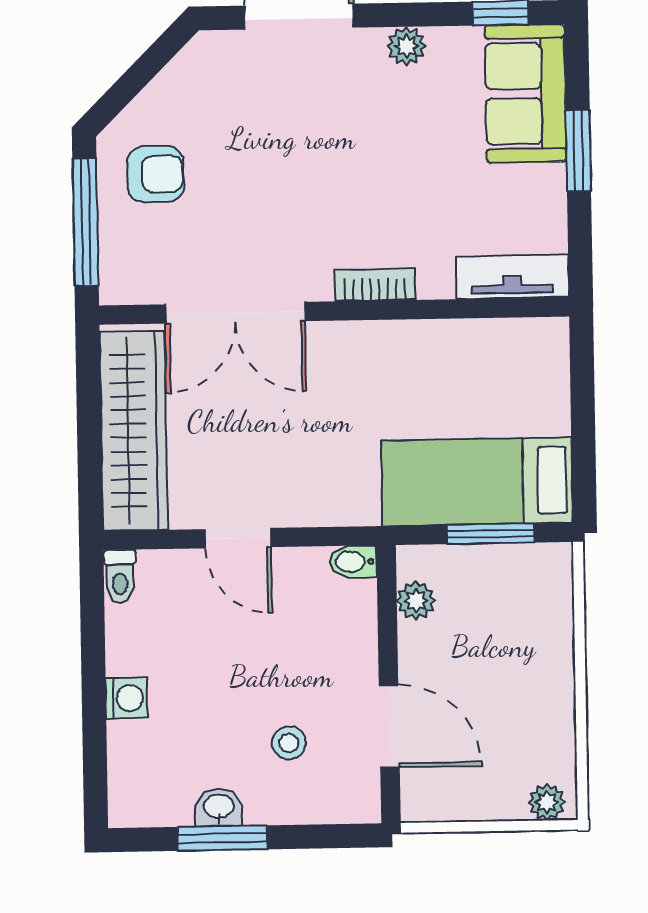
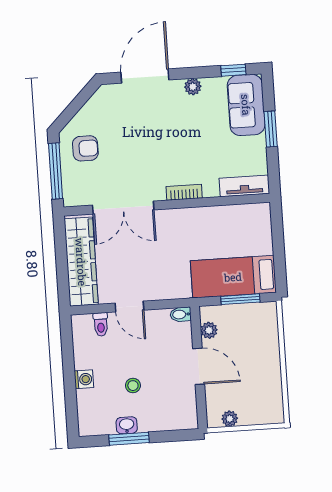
toilet: (120, 576) -> (101, 324), moved
door: (389, 726) -> (199, 366), moved
stool: (289, 743) -> (133, 386), moved
plant: (547, 802) -> (230, 419), moved

